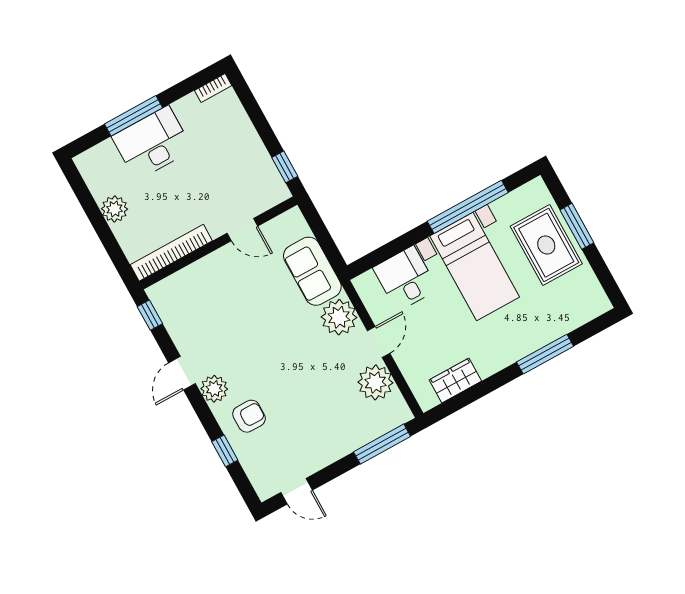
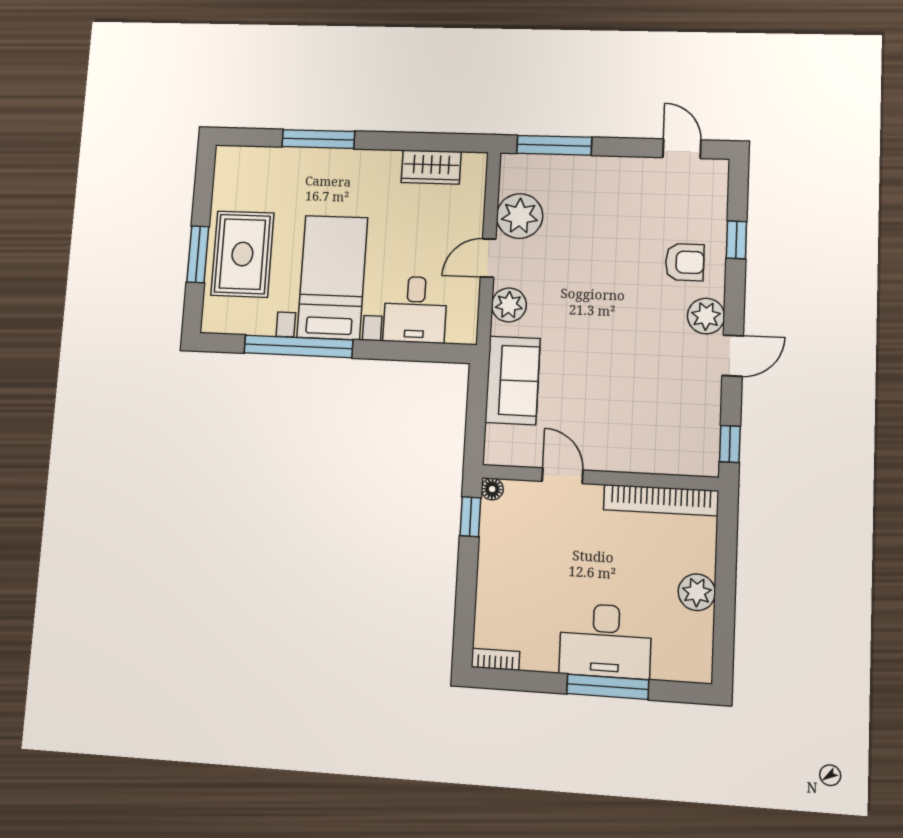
floor lamp: (282, 193) -> (492, 489), added
plant: (339, 317) -> (509, 305), width x0.73, depth x0.73
armchair: (249, 416) -> (685, 262), turned 180

